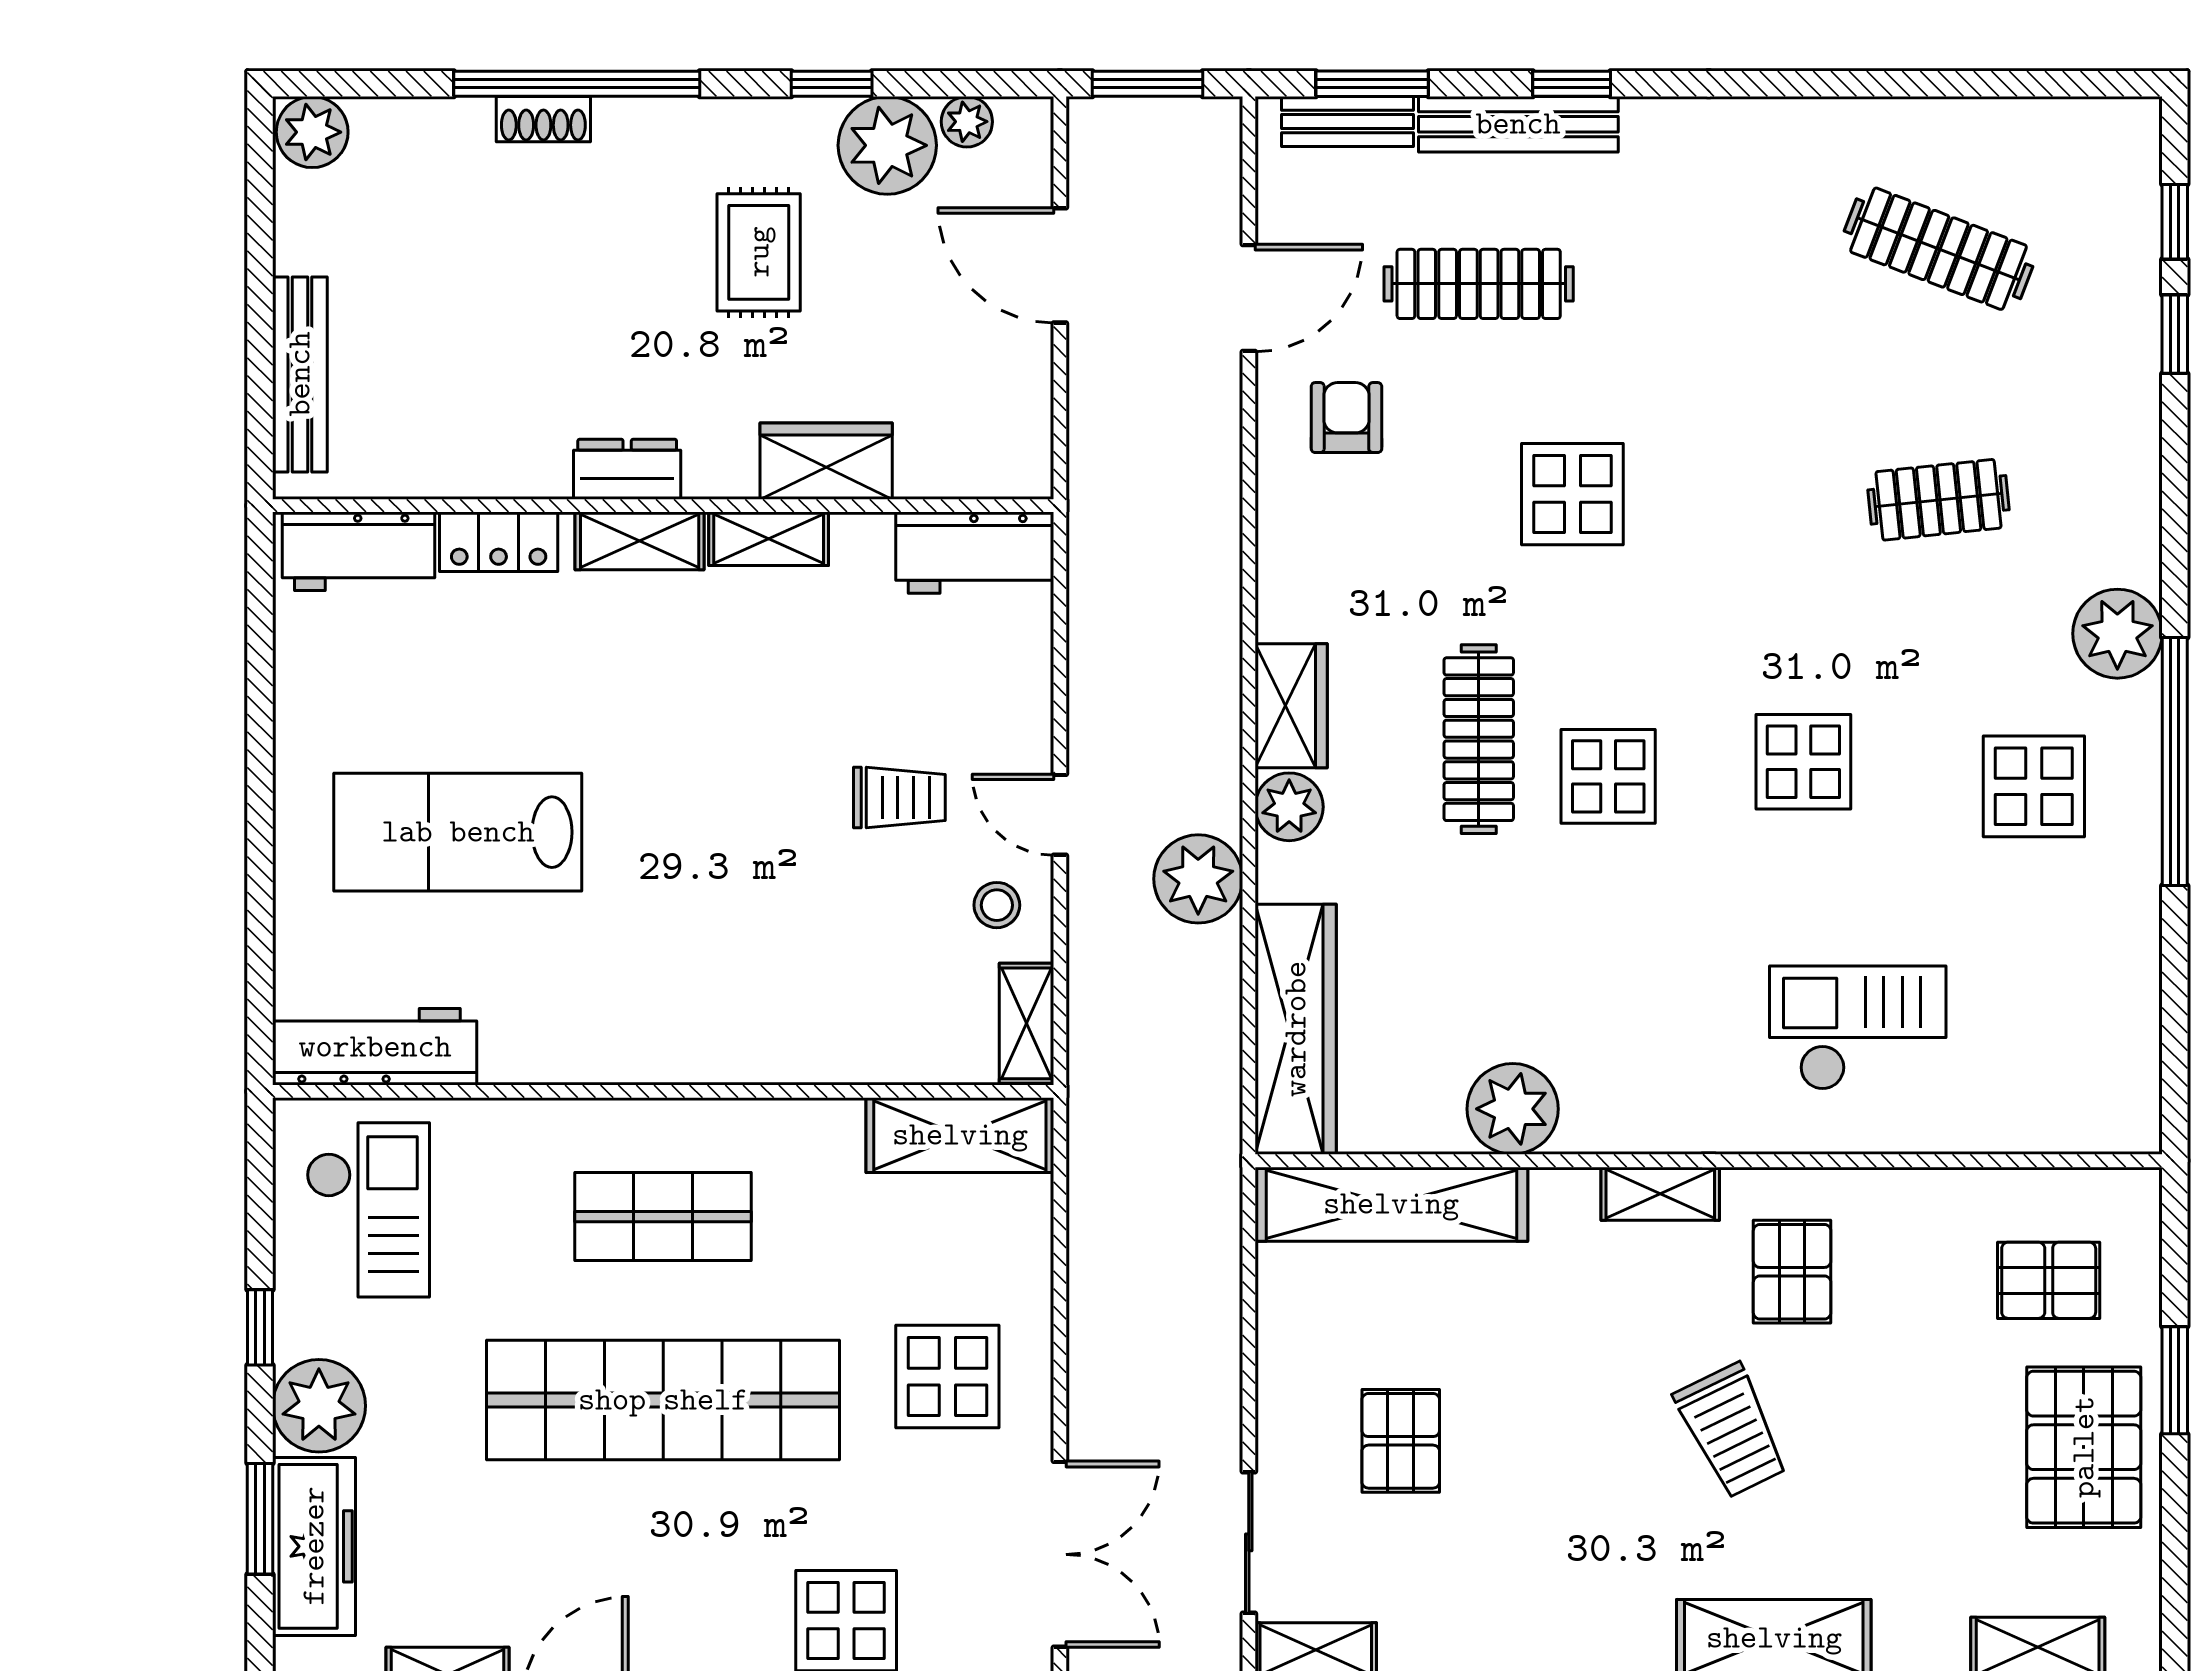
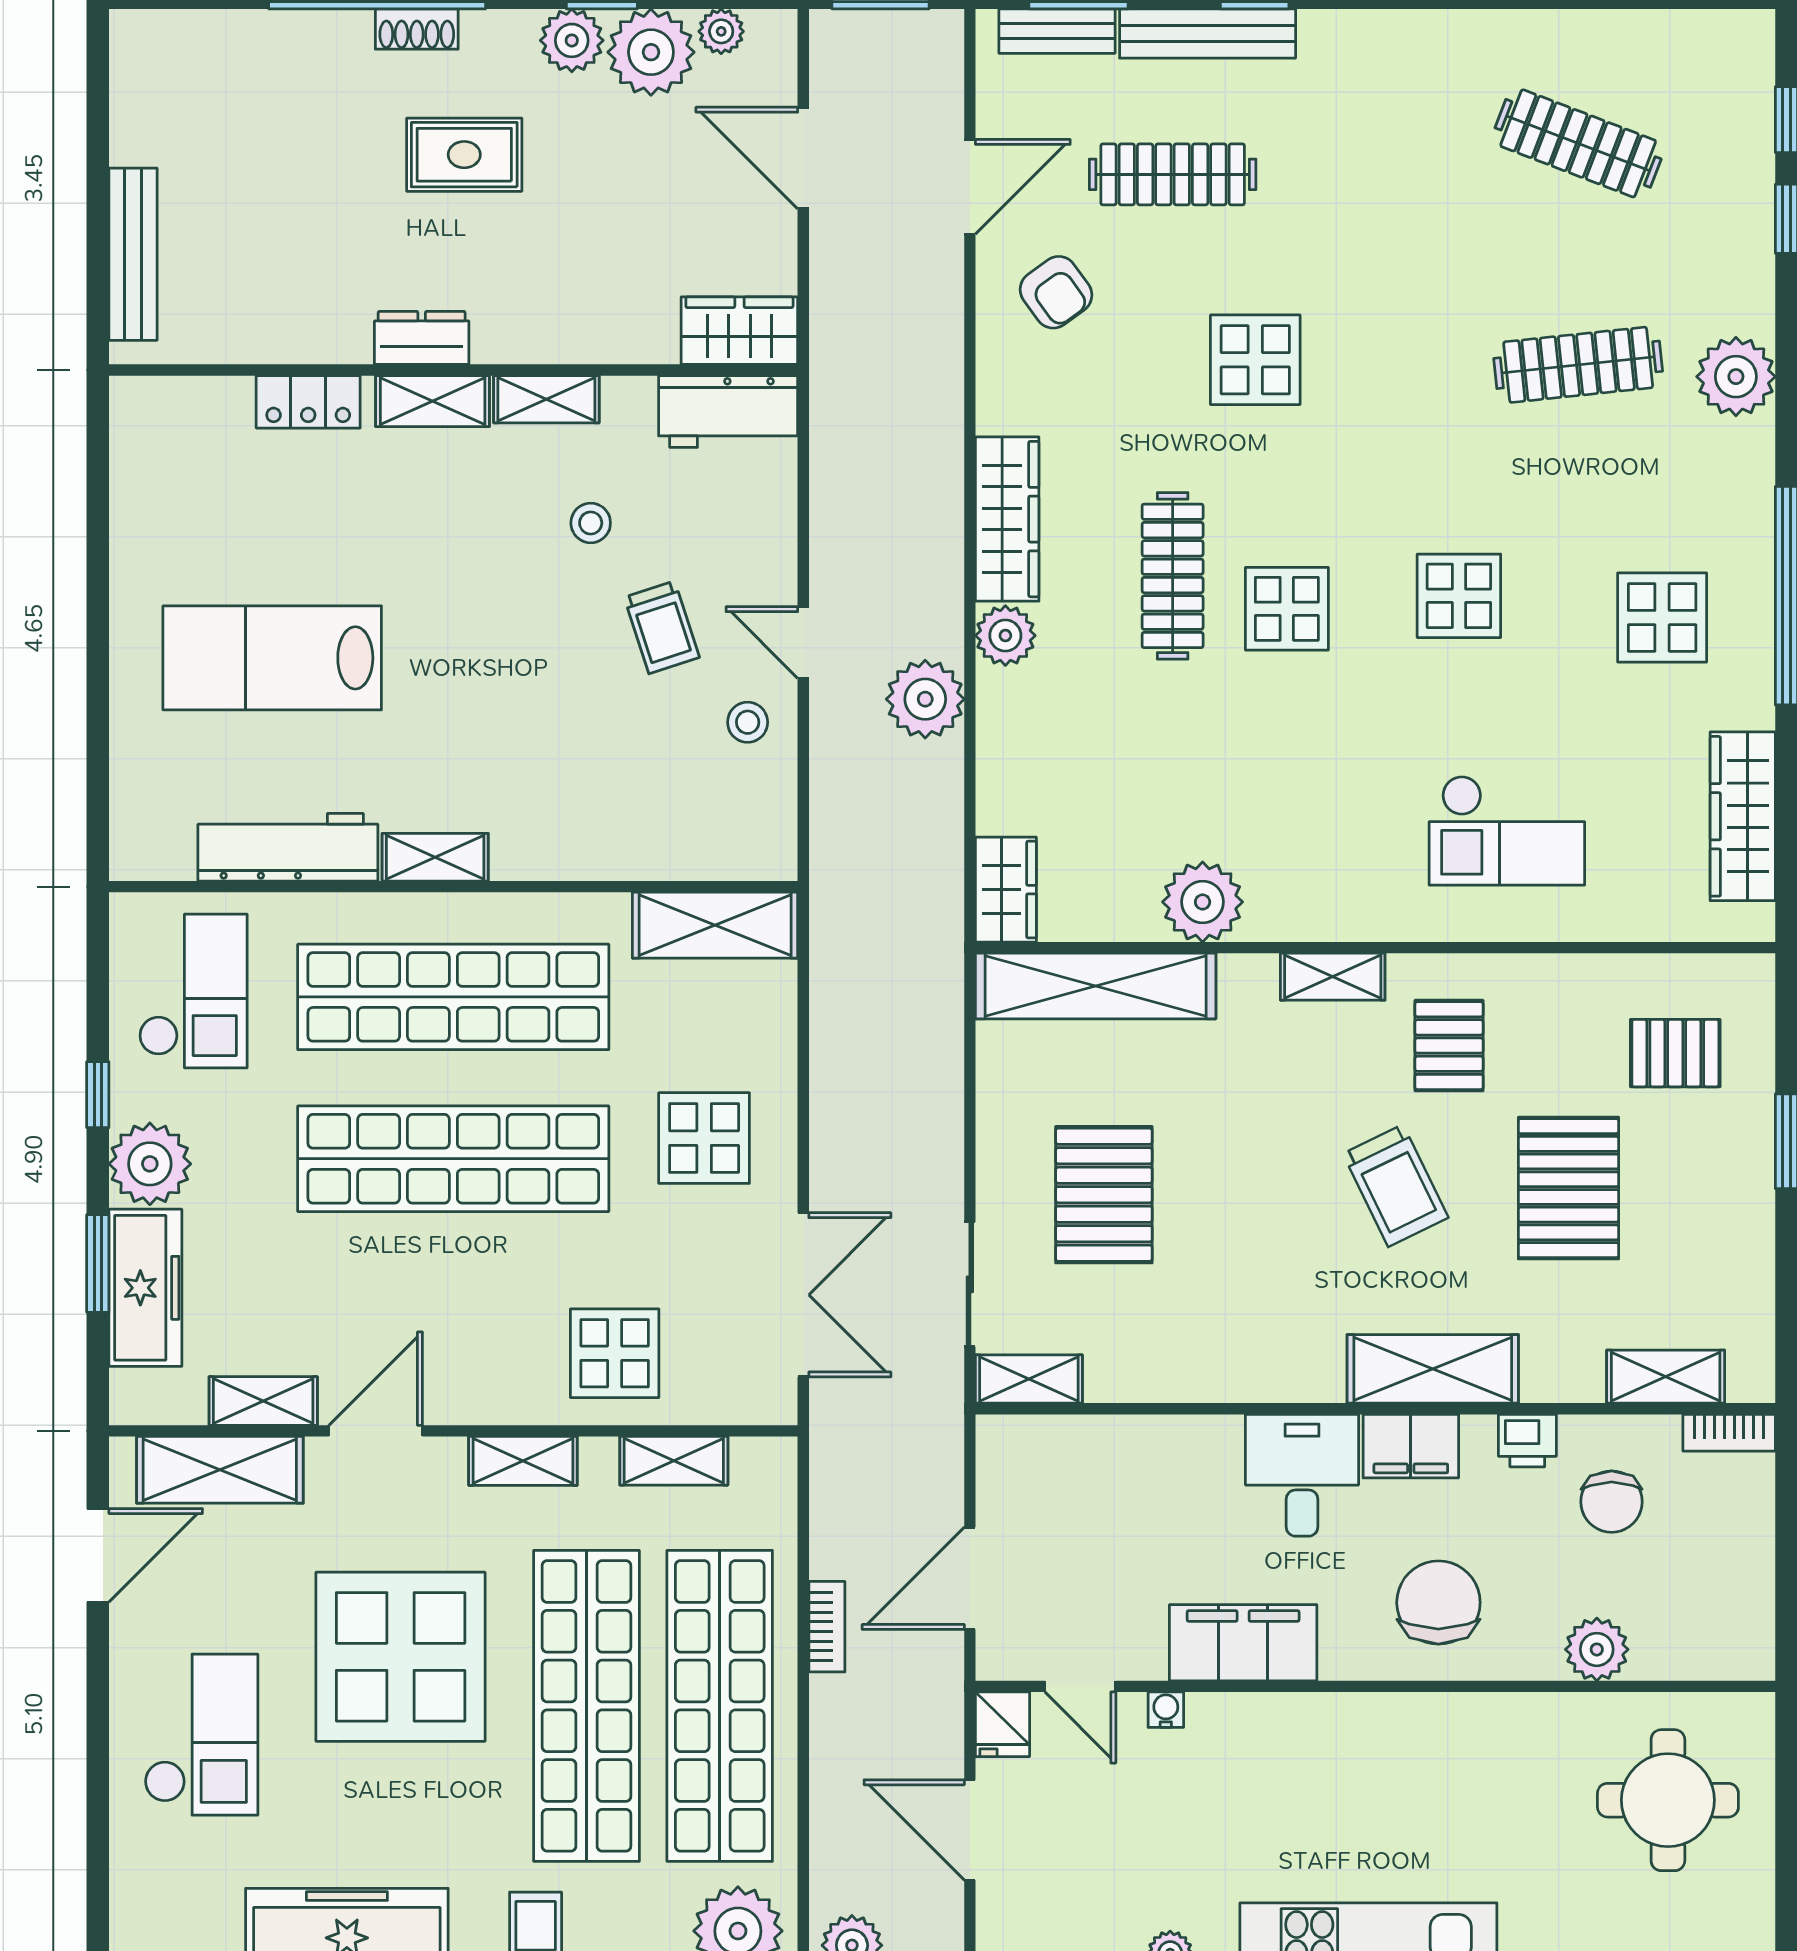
shoe rack: (543, 119) -> (417, 29), moved
plant: (312, 132) -> (572, 40), moved
rug: (759, 252) -> (464, 155), moved, turned 90
armchair: (1346, 418) -> (1056, 292), turned 144
wardrobe: (826, 461) -> (739, 331), moved
clothes rail: (1938, 500) -> (1578, 365), width x1.36
workbench: (358, 551) -> (185, 410), removed
plant: (2117, 634) -> (1736, 377), moved
stool: (819, 679) -> (591, 523), added
wardrobe: (1291, 706) -> (1007, 519), width x1.50
trolley: (899, 797) -> (662, 627), turned 72
wardrobe: (2125, 1012) -> (1743, 816), added
shelving: (1027, 1023) -> (435, 857), moved, turned 90
checkout: (1858, 1028) -> (1507, 830), turned 180
wardrobe: (1296, 1029) -> (1006, 890), width x0.48, depth x0.85
workbench: (375, 1047) -> (288, 847), moved
shop shelf: (663, 1217) -> (453, 997), width x2.00, depth x1.36
pallet: (1401, 1441) -> (1104, 1195), width x1.50, depth x1.42
pallet: (2084, 1447) -> (1569, 1188), moved

